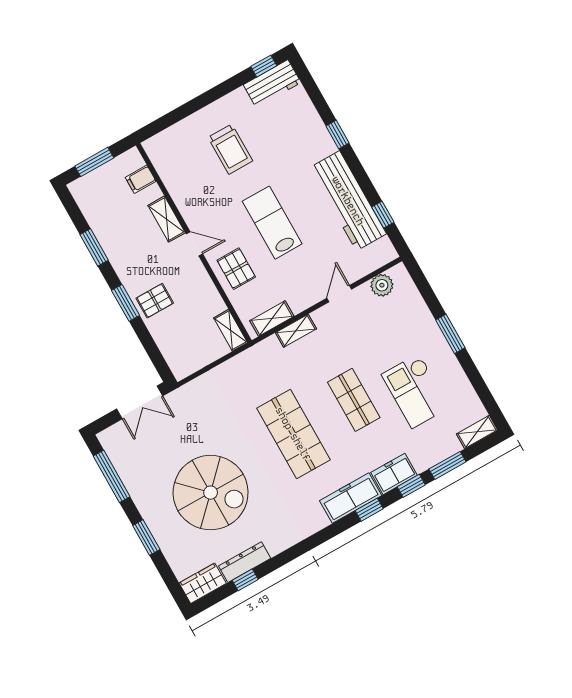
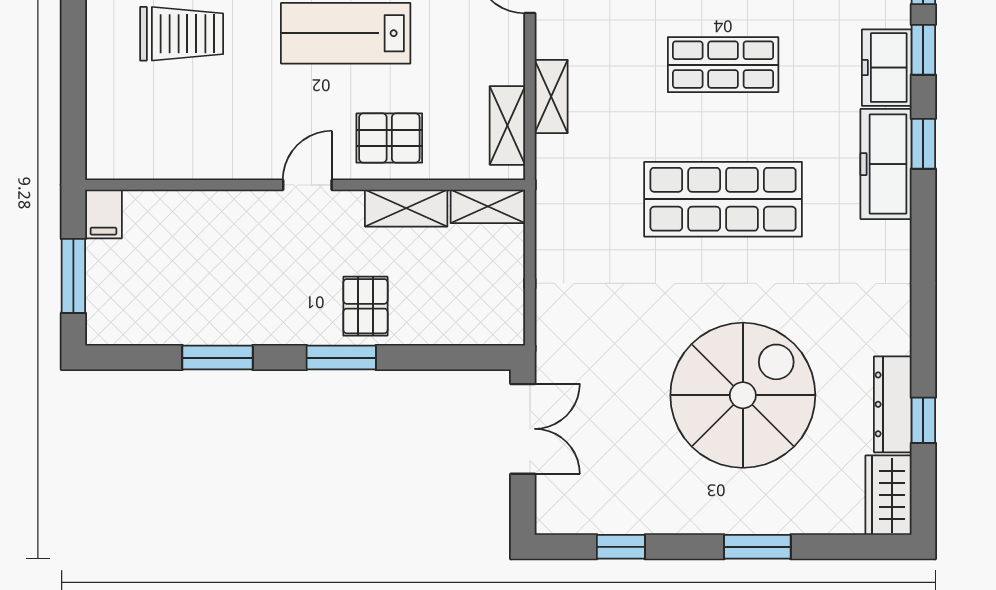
filing cabinet: (141, 179) -> (103, 214), moved
shelving: (167, 219) -> (406, 208), moved
window: (112, 476) -> (621, 547), width x0.46

